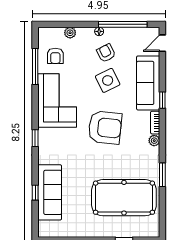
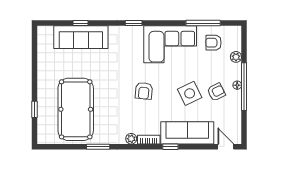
window: (123, 24) -> (244, 87), moved
armchair: (105, 128) -> (144, 91), width x0.53, depth x0.53

